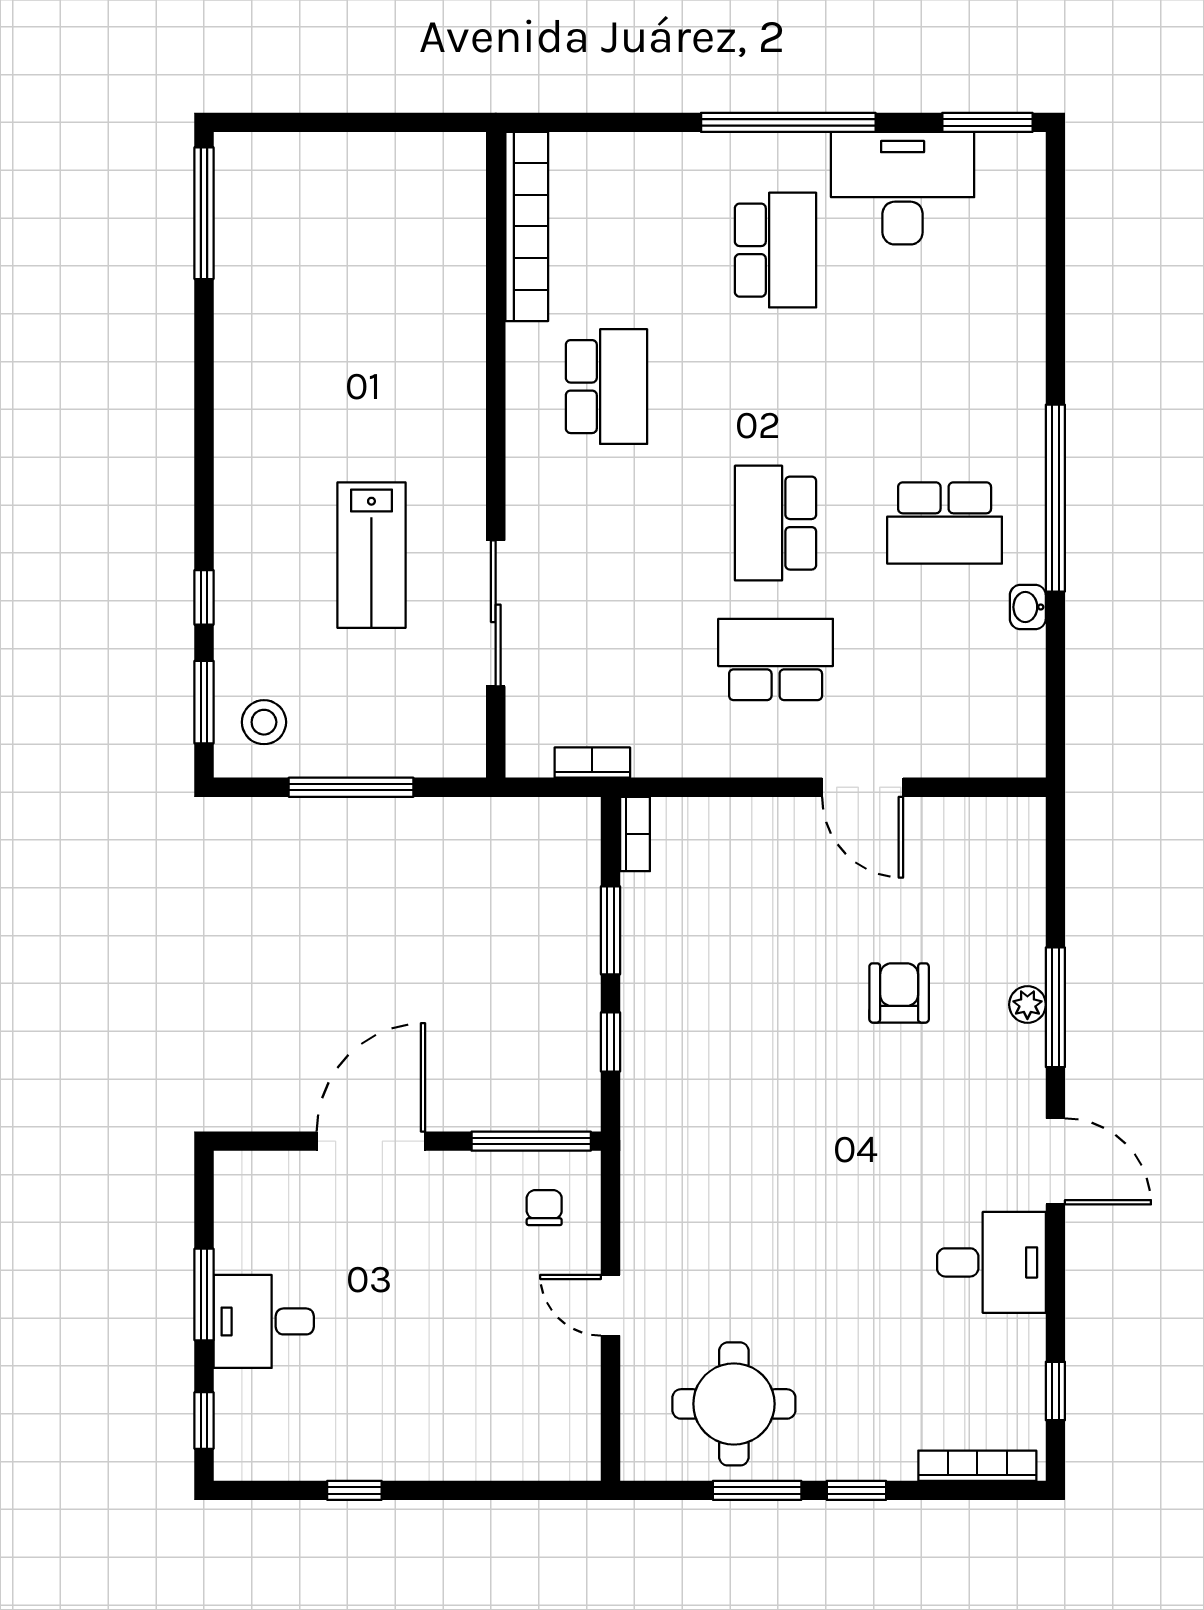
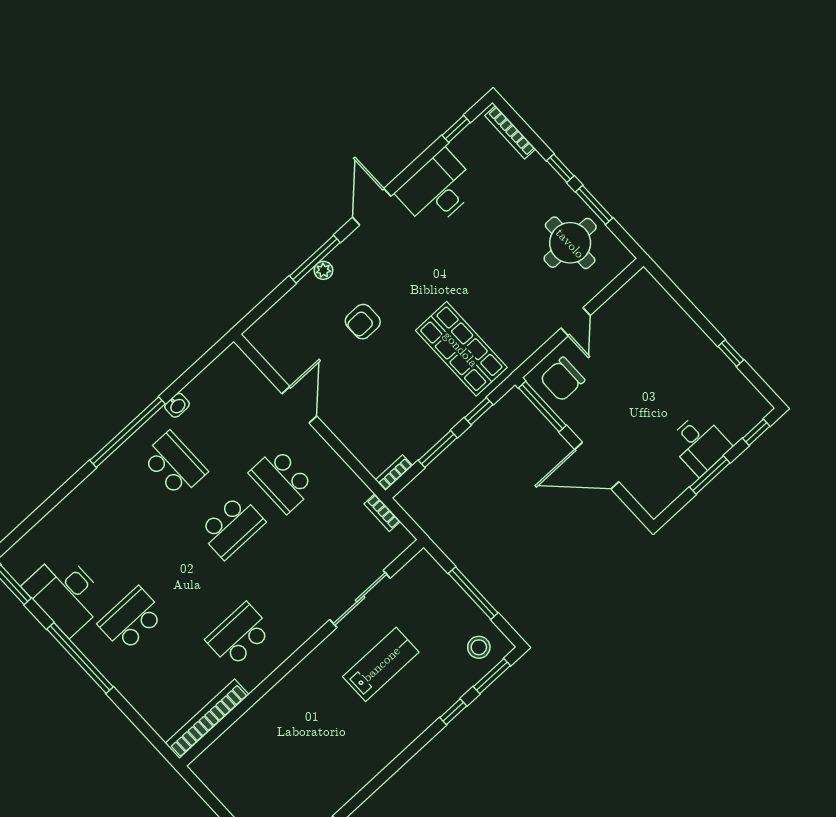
shop shelf: (726, 1101) -> (461, 349), added
chair: (544, 1208) -> (562, 379), width x1.87, depth x1.87
desk: (991, 1262) -> (437, 190), width x1.37

